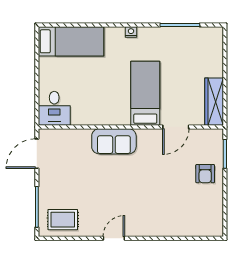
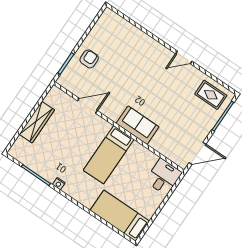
nightstand: (131, 32) -> (59, 184), moved
bed: (145, 93) -> (109, 155), moved
wardrobe: (214, 102) -> (37, 122), moved

